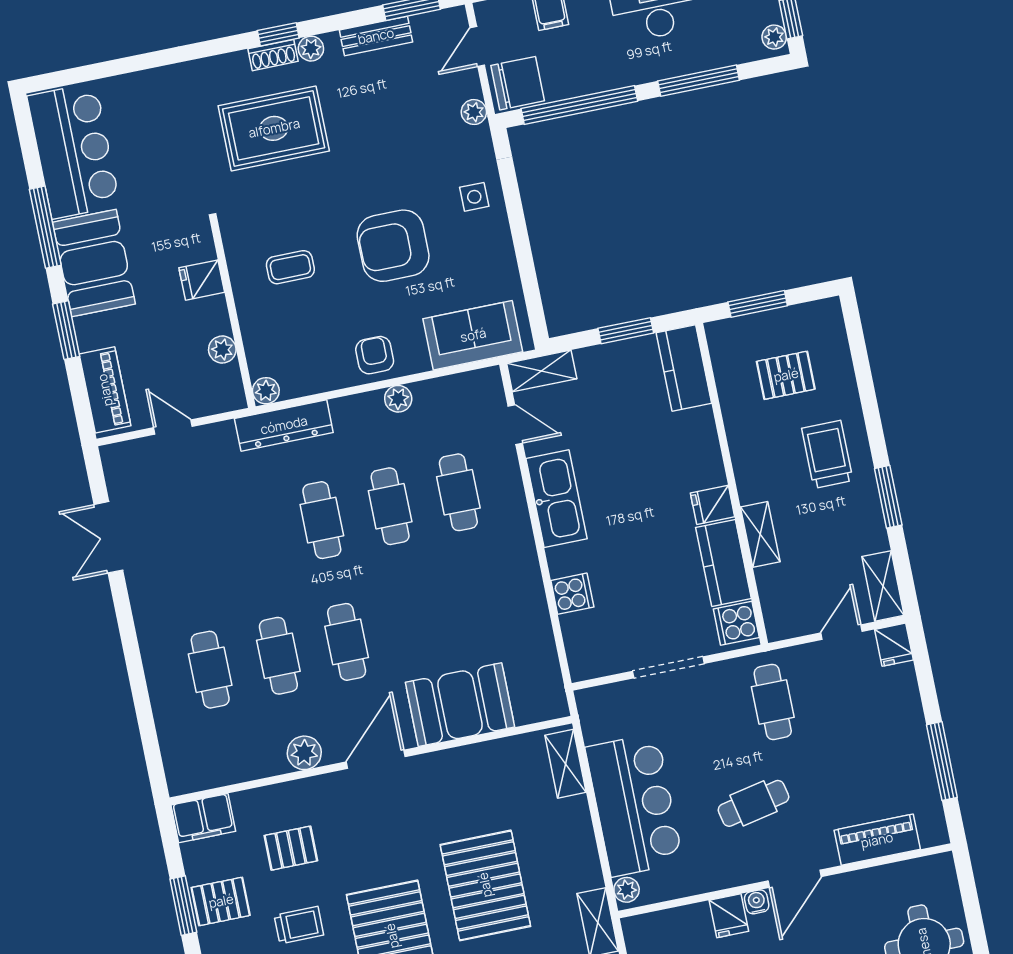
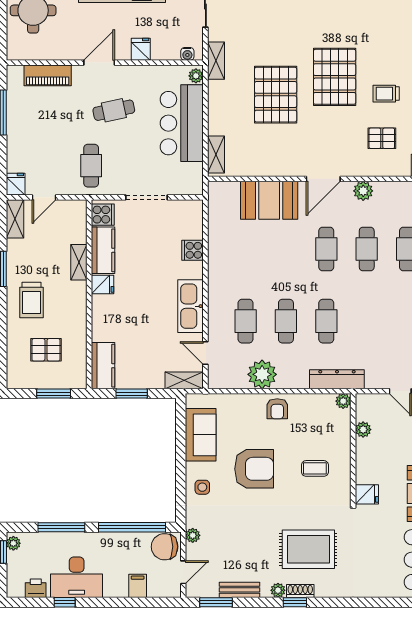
fridge: (202, 280) -> (367, 494), moved
sofa: (473, 335) -> (201, 435), moved, turned -90
plant: (398, 399) -> (262, 374), width x1.87, depth x1.87
water cooler: (757, 902) -> (187, 54), moved

